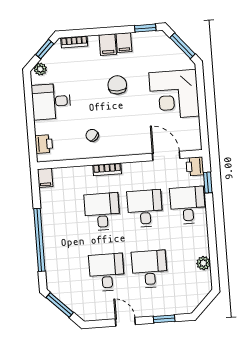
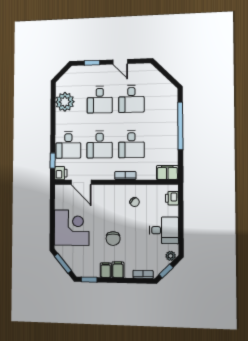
filing cabinet: (45, 178) -> (167, 173), width x2.00
plant: (203, 263) -> (65, 102), width x1.88, depth x1.88
window: (60, 305) -> (168, 76), removed

